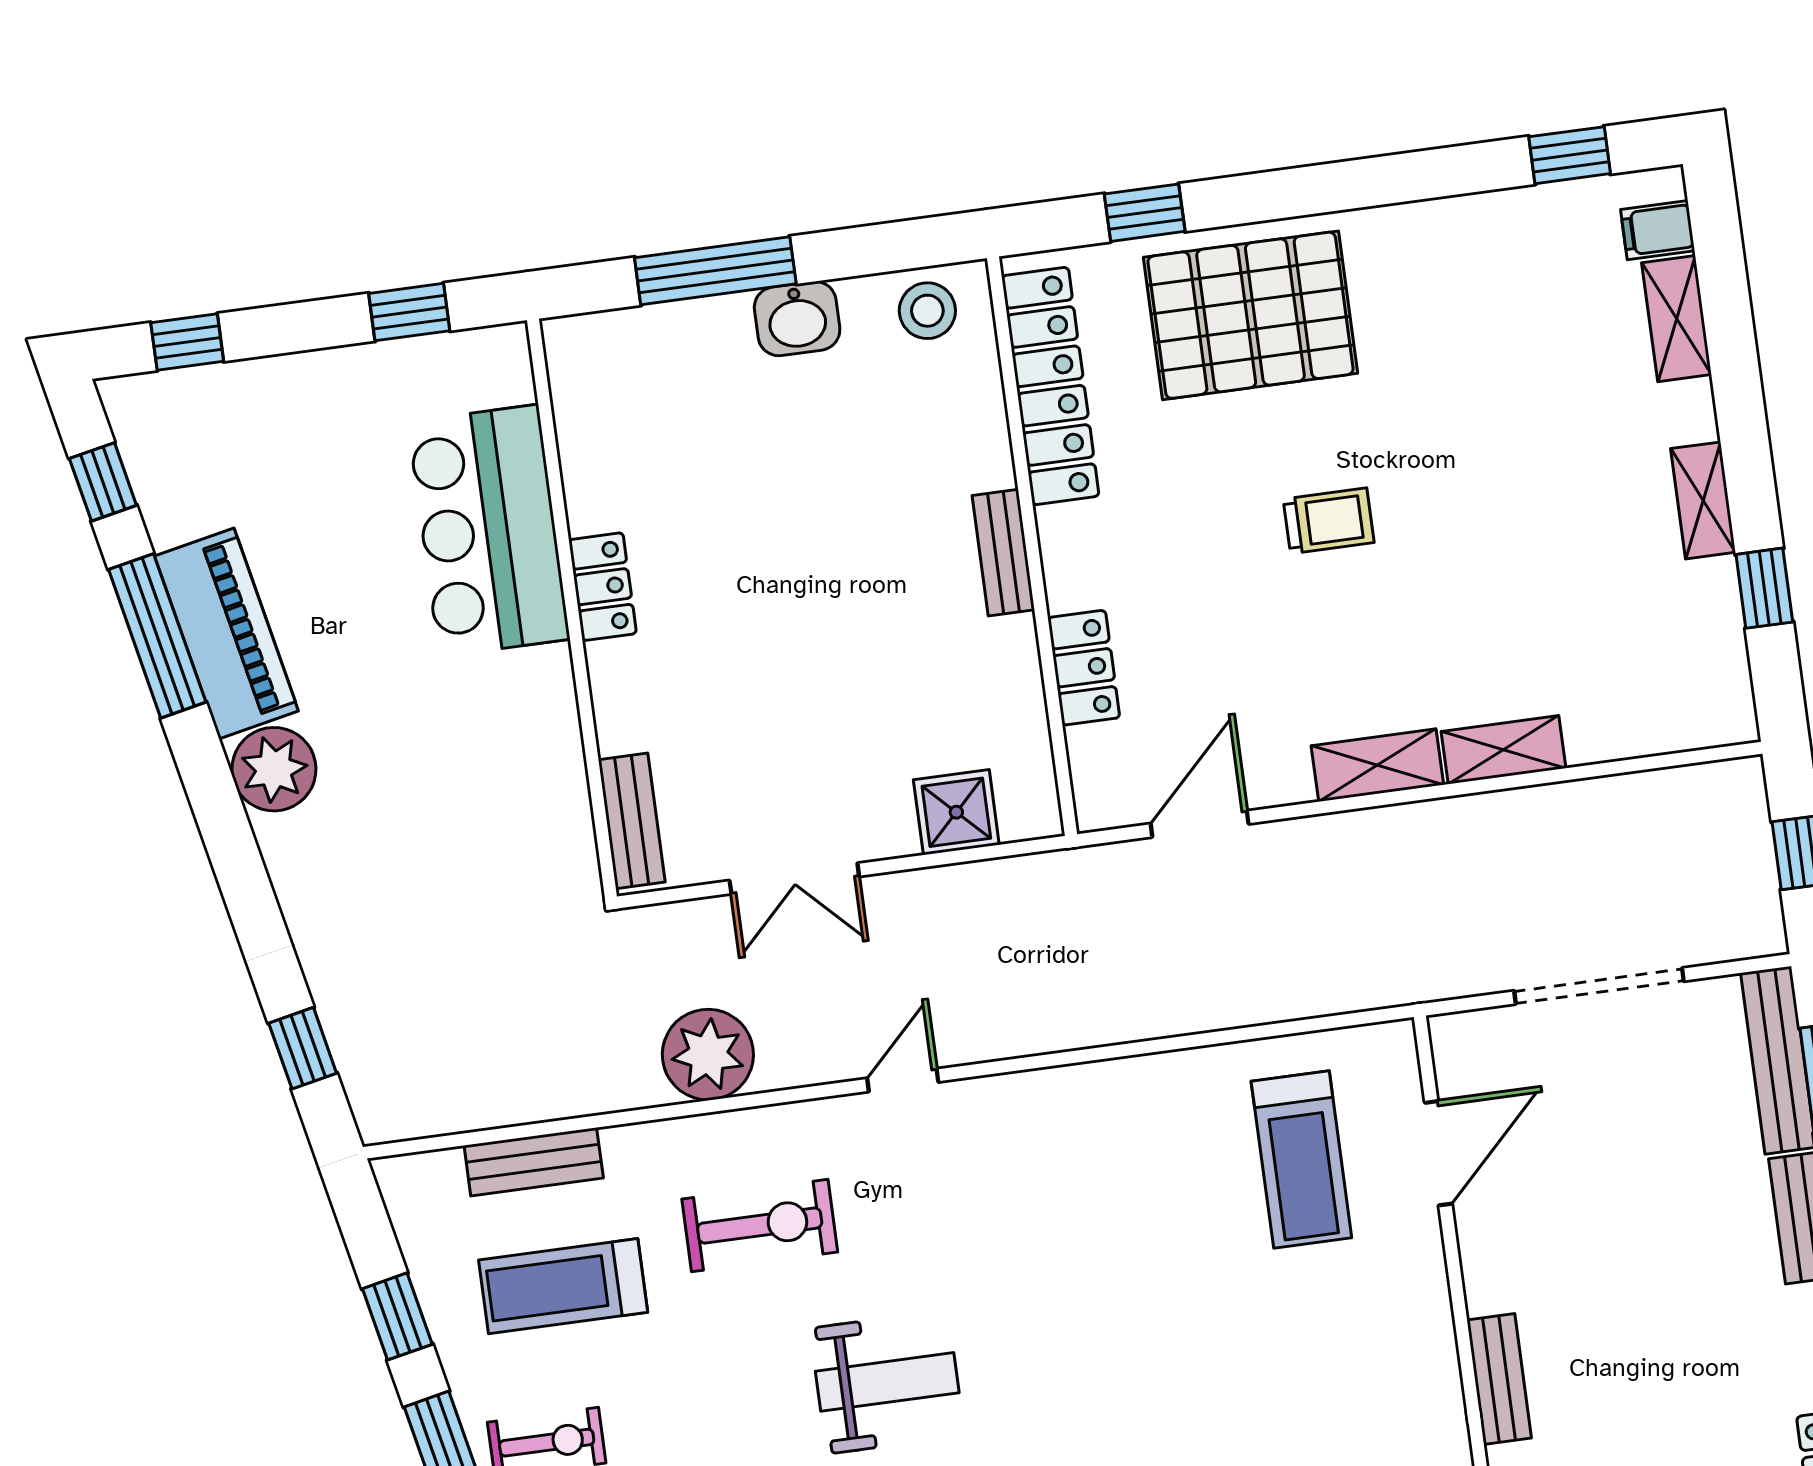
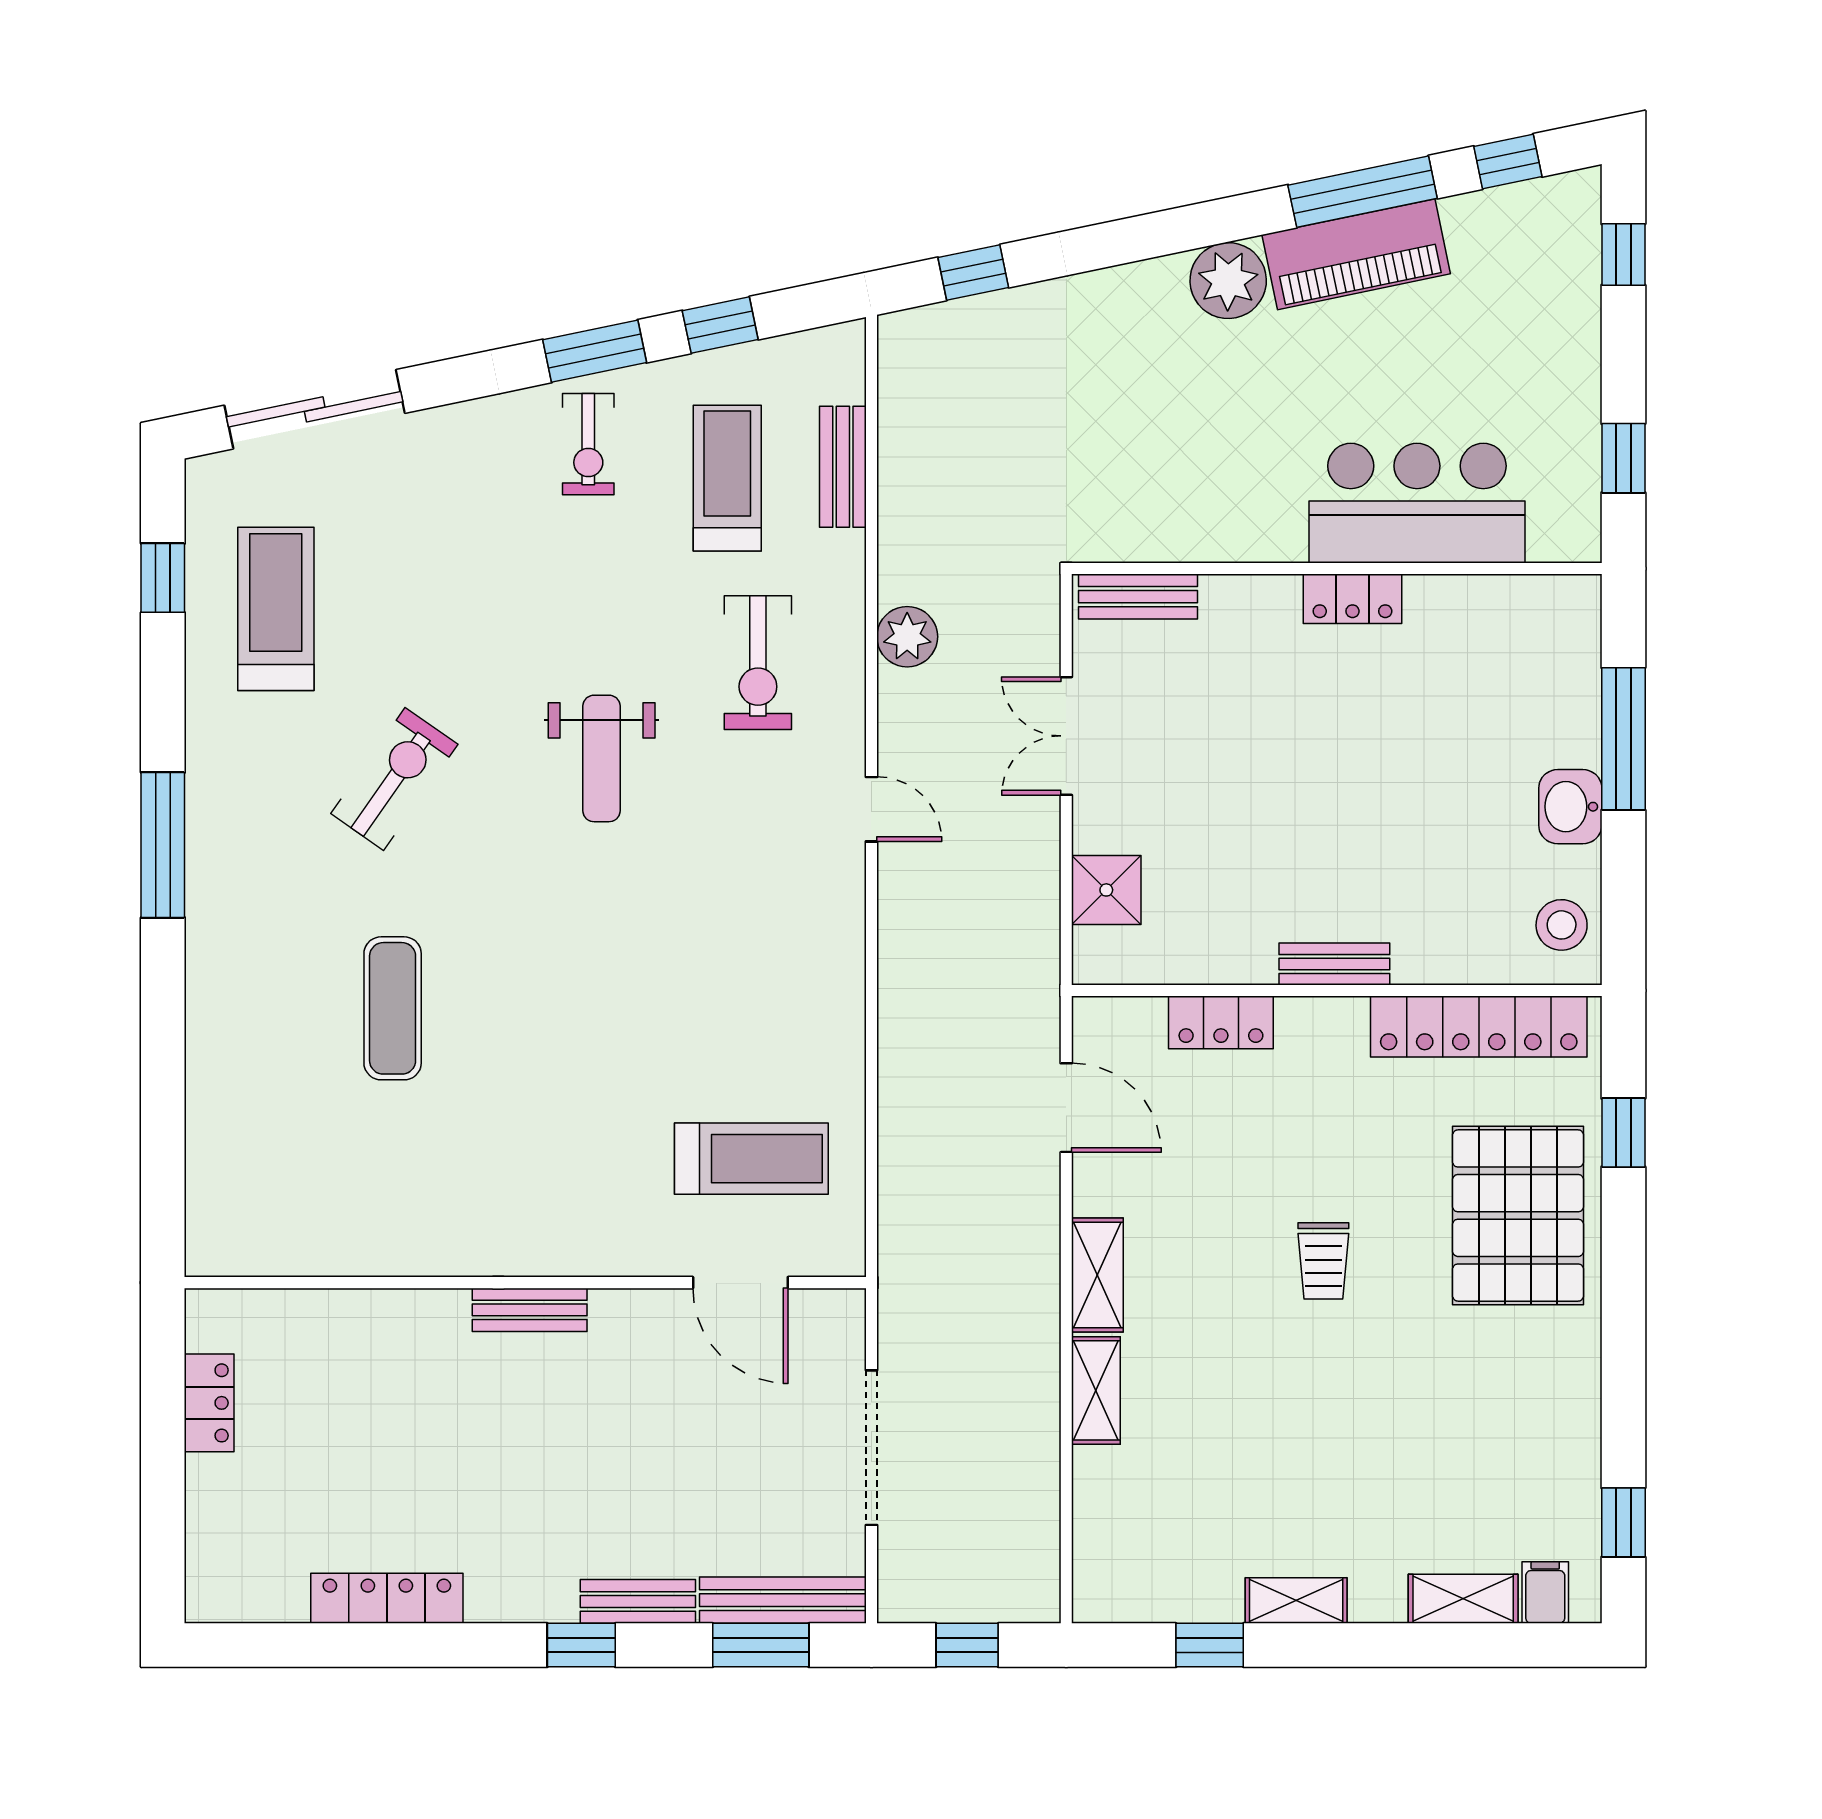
plant: (708, 1055) -> (907, 637), width x0.73, depth x0.73
treadmill: (1301, 1159) -> (751, 1159), turned 180

